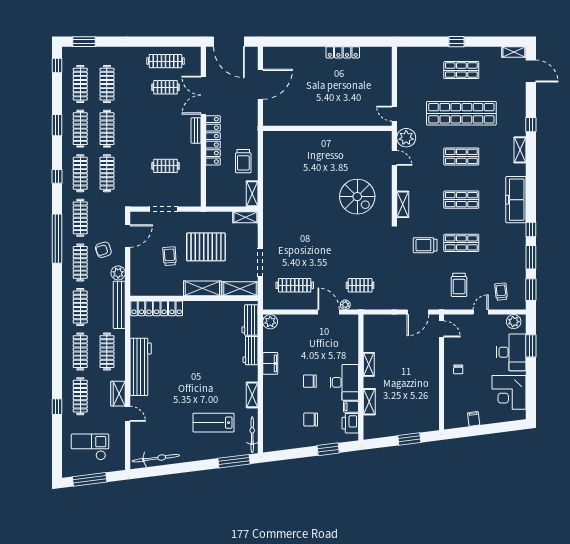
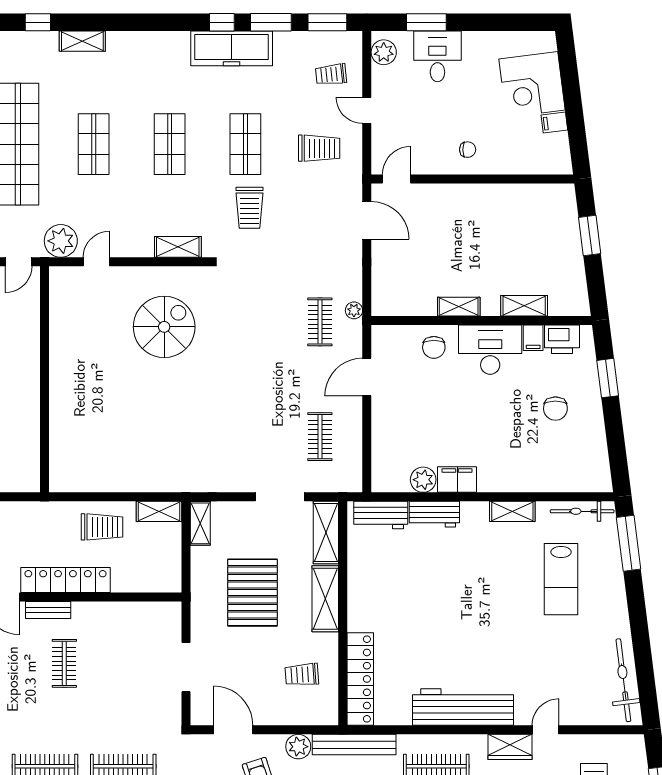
clothes rail: (166, 166) -> (64, 663), moved
freezer: (516, 200) -> (232, 48), moved
trolley: (170, 256) -> (302, 675), moved
clothes rail: (295, 285) -> (320, 437), width x0.73
plant: (345, 305) -> (354, 310), moved
plant: (270, 322) -> (423, 480), moved
desk: (511, 352) -> (437, 56), width x0.73
chair: (310, 381) -> (434, 347), moved
corner desk: (509, 392) -> (532, 84), moved, turned 83

